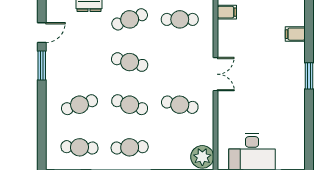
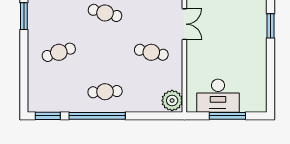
cafe table: (130, 105) -> (105, 52), removed
cafe table: (79, 147) -> (59, 92), removed

